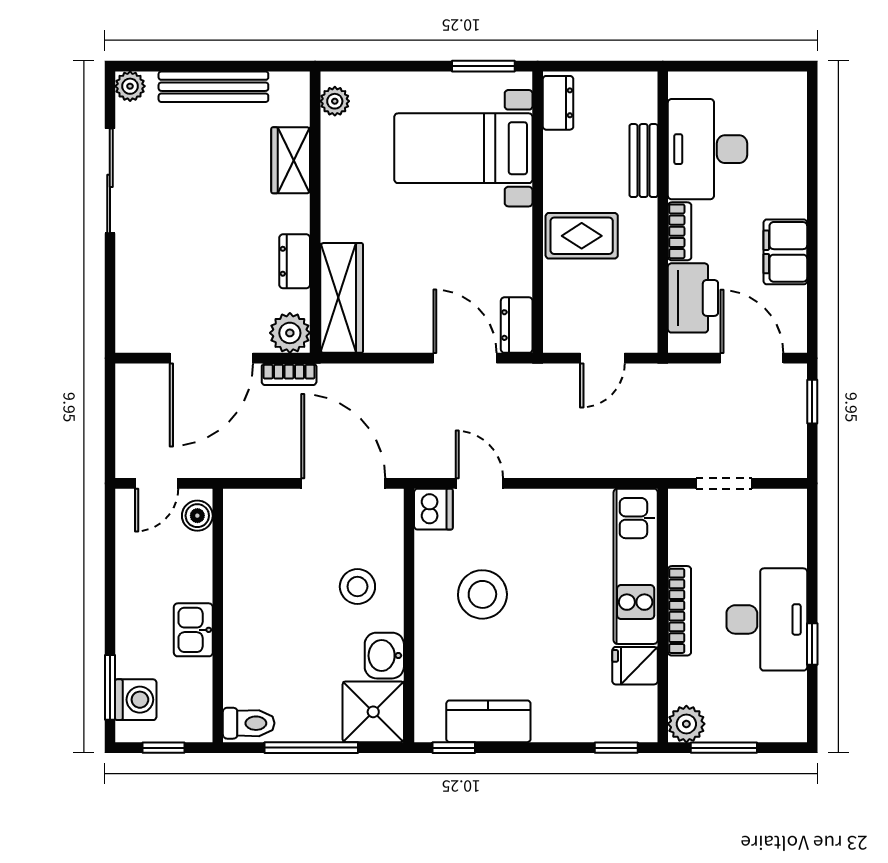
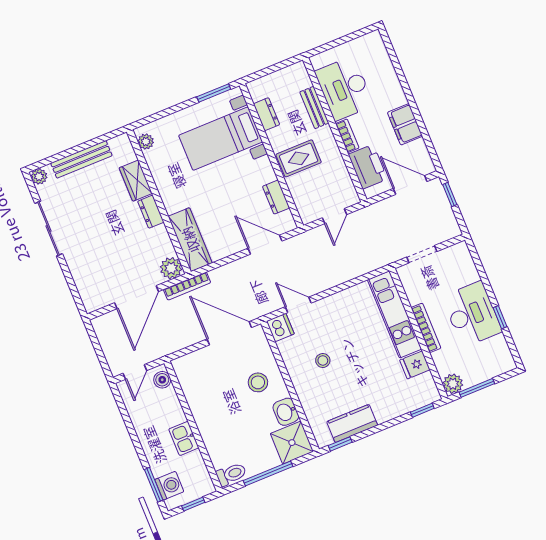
dresser: (558, 103) -> (267, 114), moved
dresser: (295, 261) -> (151, 212), moved
dresser: (517, 325) -> (276, 197), moved
bookcase: (289, 374) -> (187, 286), width x1.56
stool: (482, 594) -> (323, 360), width x0.53, depth x0.53

